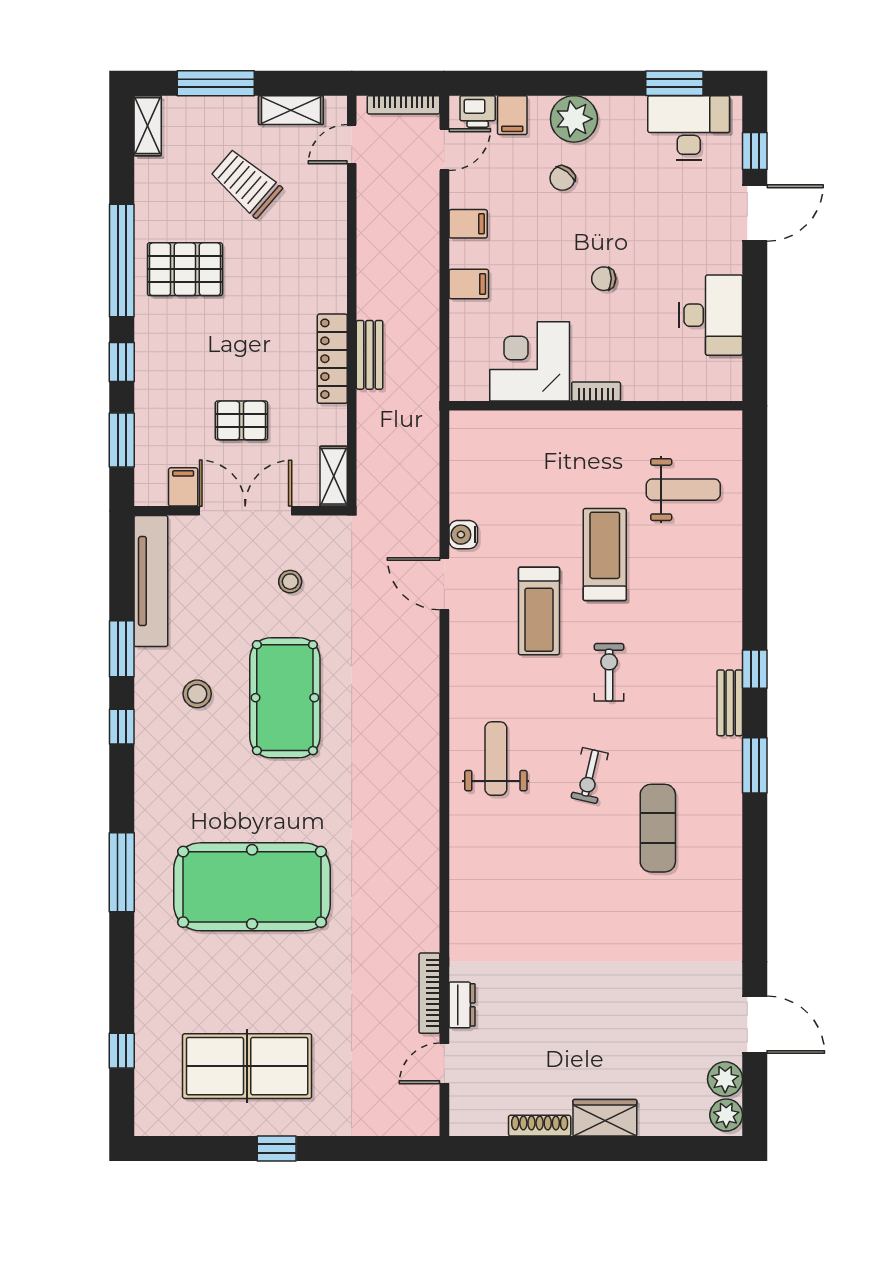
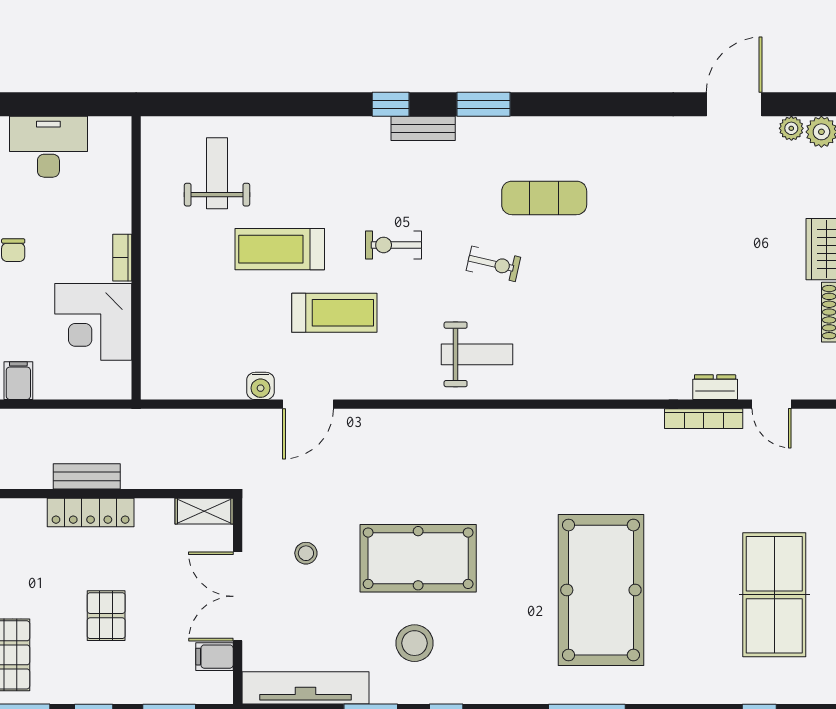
pallet: (241, 420) -> (106, 616), moved
stool: (197, 694) -> (414, 643), width x1.38, depth x1.38
weight bench: (496, 759) -> (477, 354), turned 180
plant: (725, 1079) -> (791, 128), width x0.73, depth x0.73

